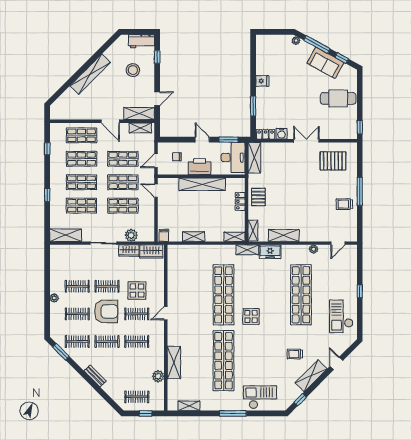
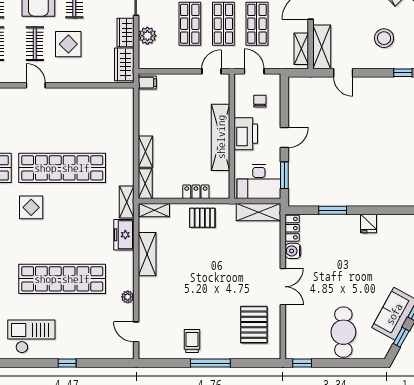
shelving: (194, 237) -> (146, 152), moved

